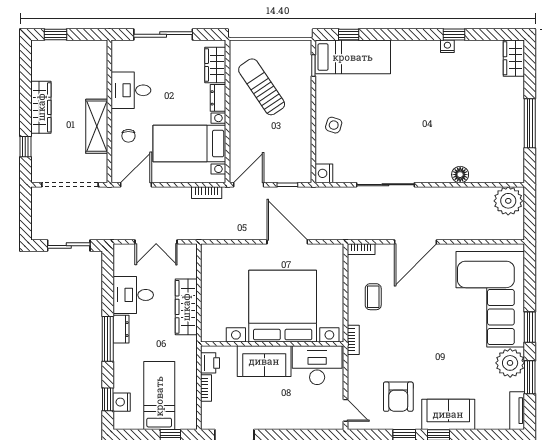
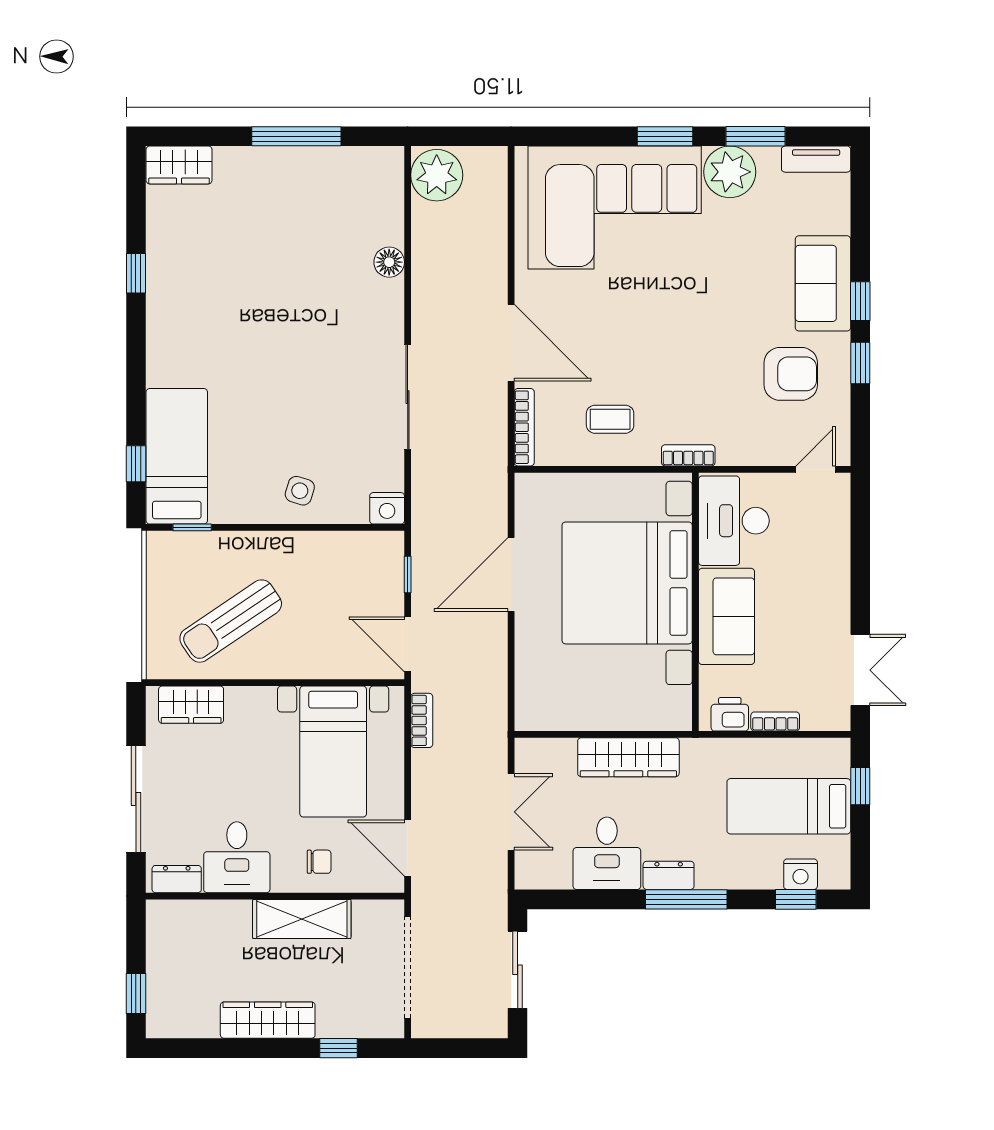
nightstand: (447, 46) -> (157, 285), removed
dresser: (218, 98) -> (177, 879), moved, turned 180
bookcase: (361, 249) -> (524, 427), width x1.56

